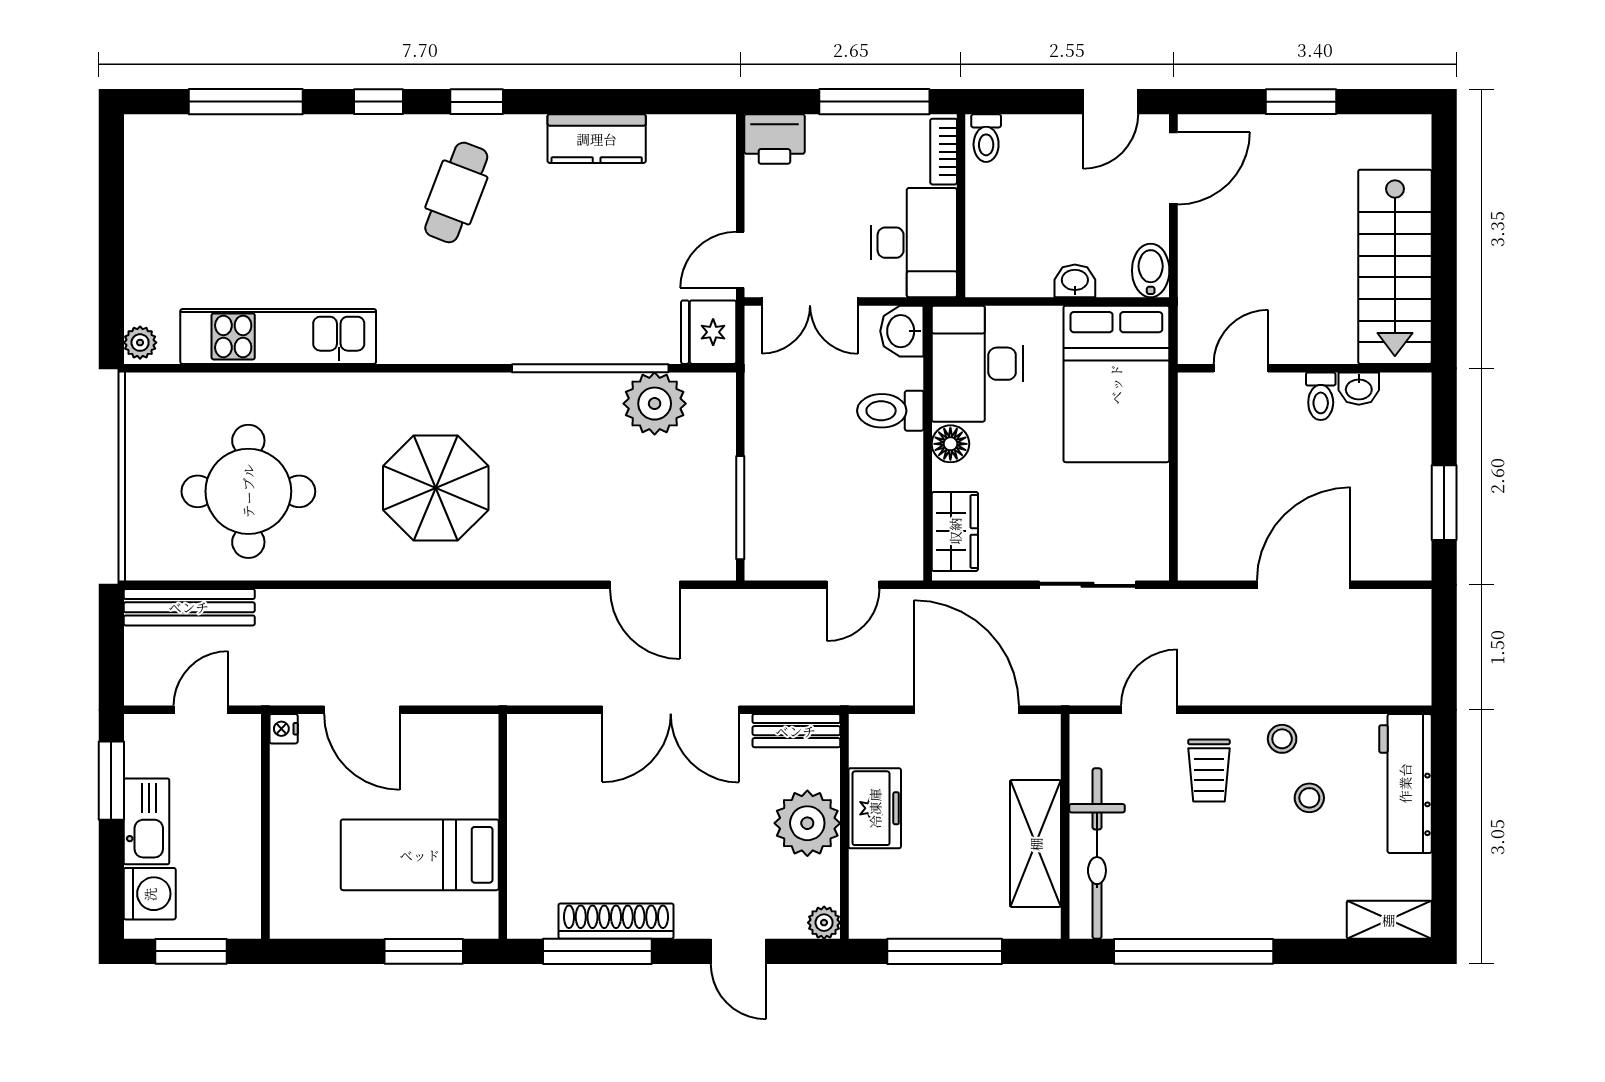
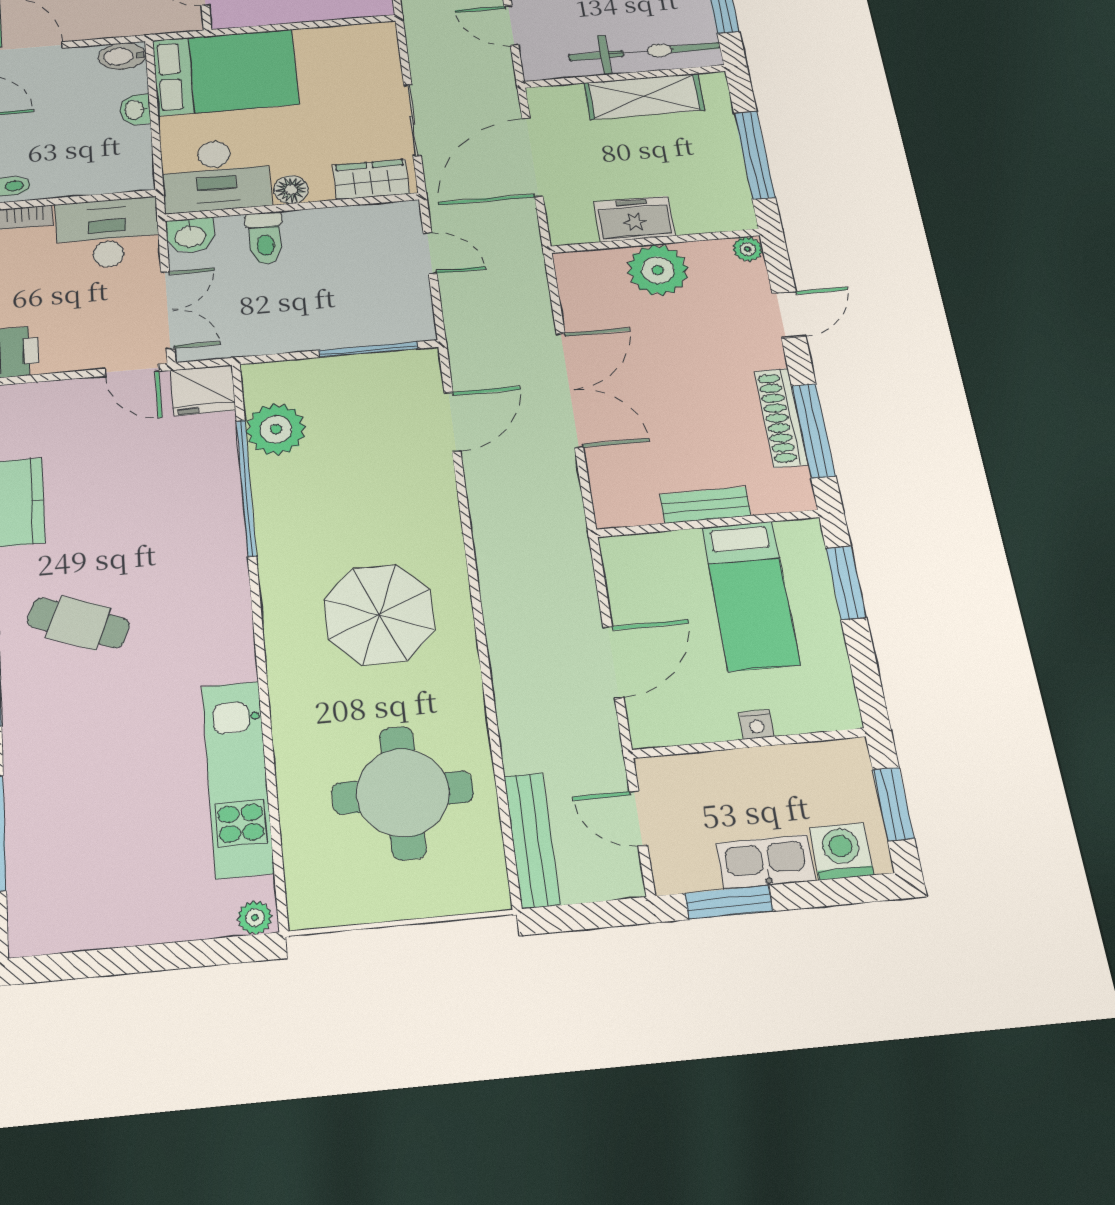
sliding door: (1088, 585) -> (412, 120), moved
nightstand: (284, 729) -> (756, 725), moved
bench: (796, 731) -> (705, 505), moved, turned 90

